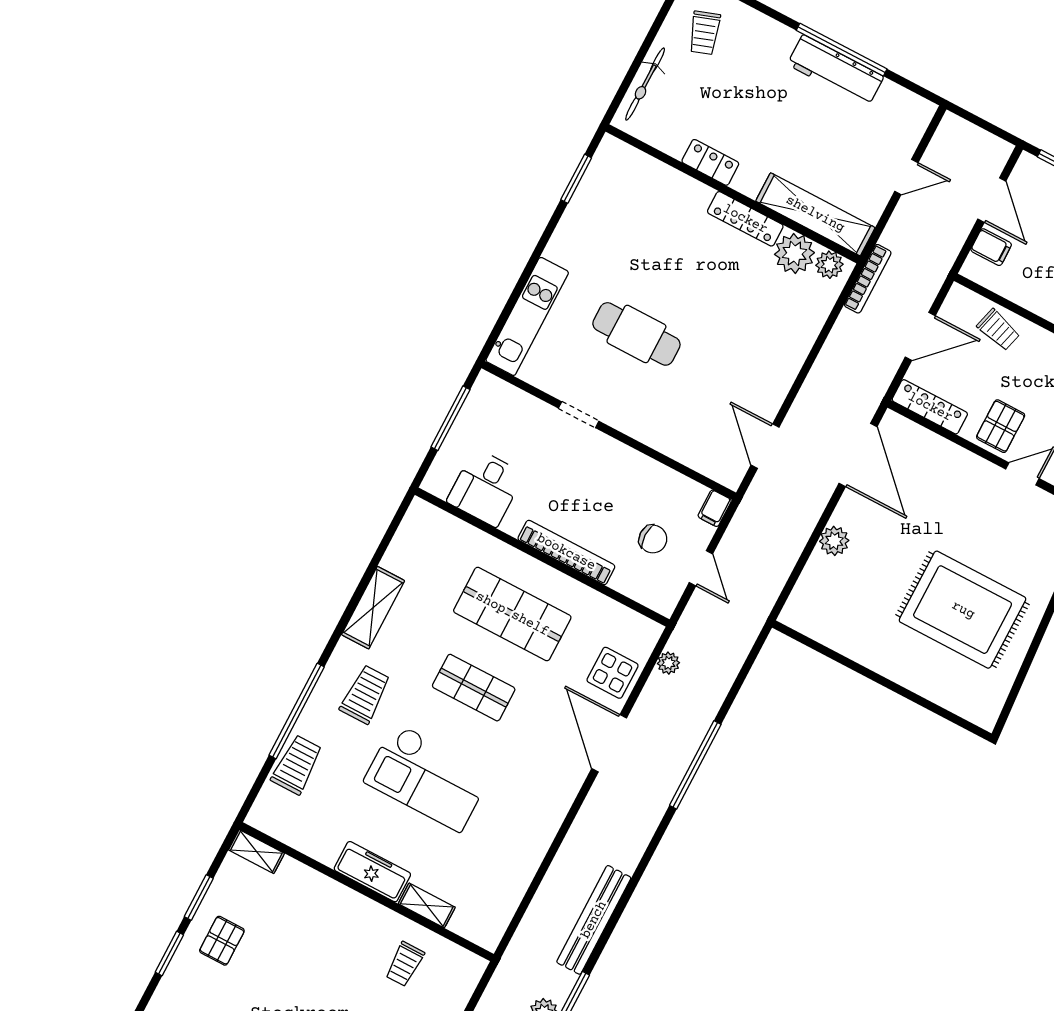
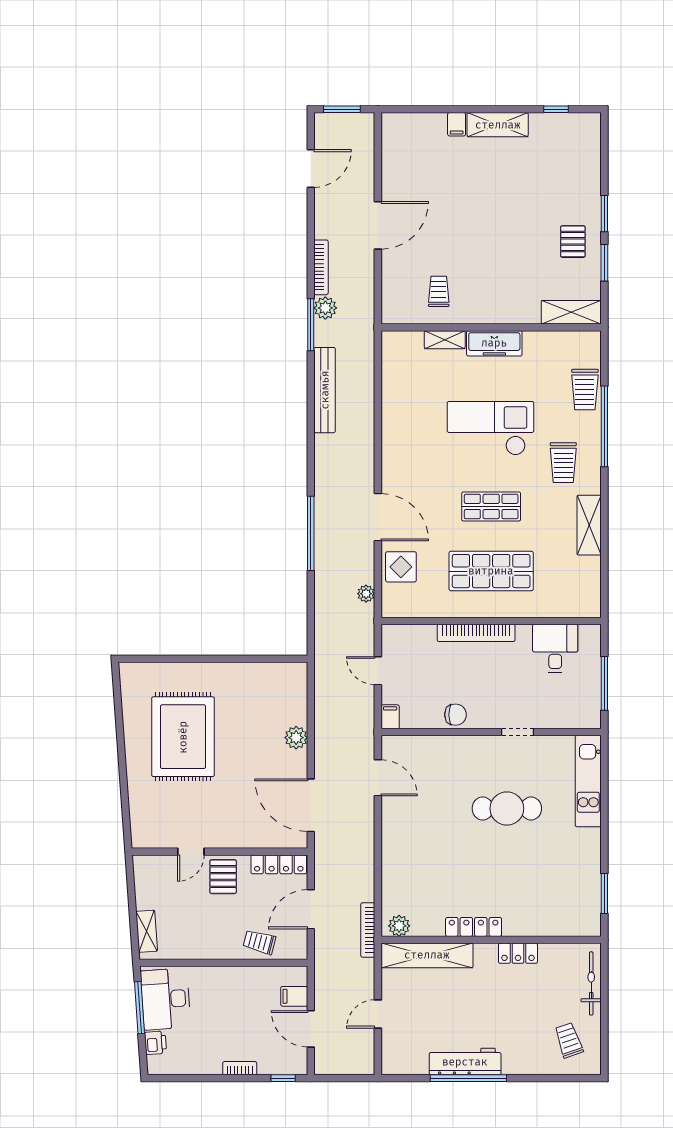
plant: (794, 253) -> (427, 921), removed
chair: (653, 539) -> (455, 715), moved, turned 180
rug: (963, 610) -> (183, 737), turned 90
shelving: (256, 852) -> (571, 312), width x1.50, depth x1.33

